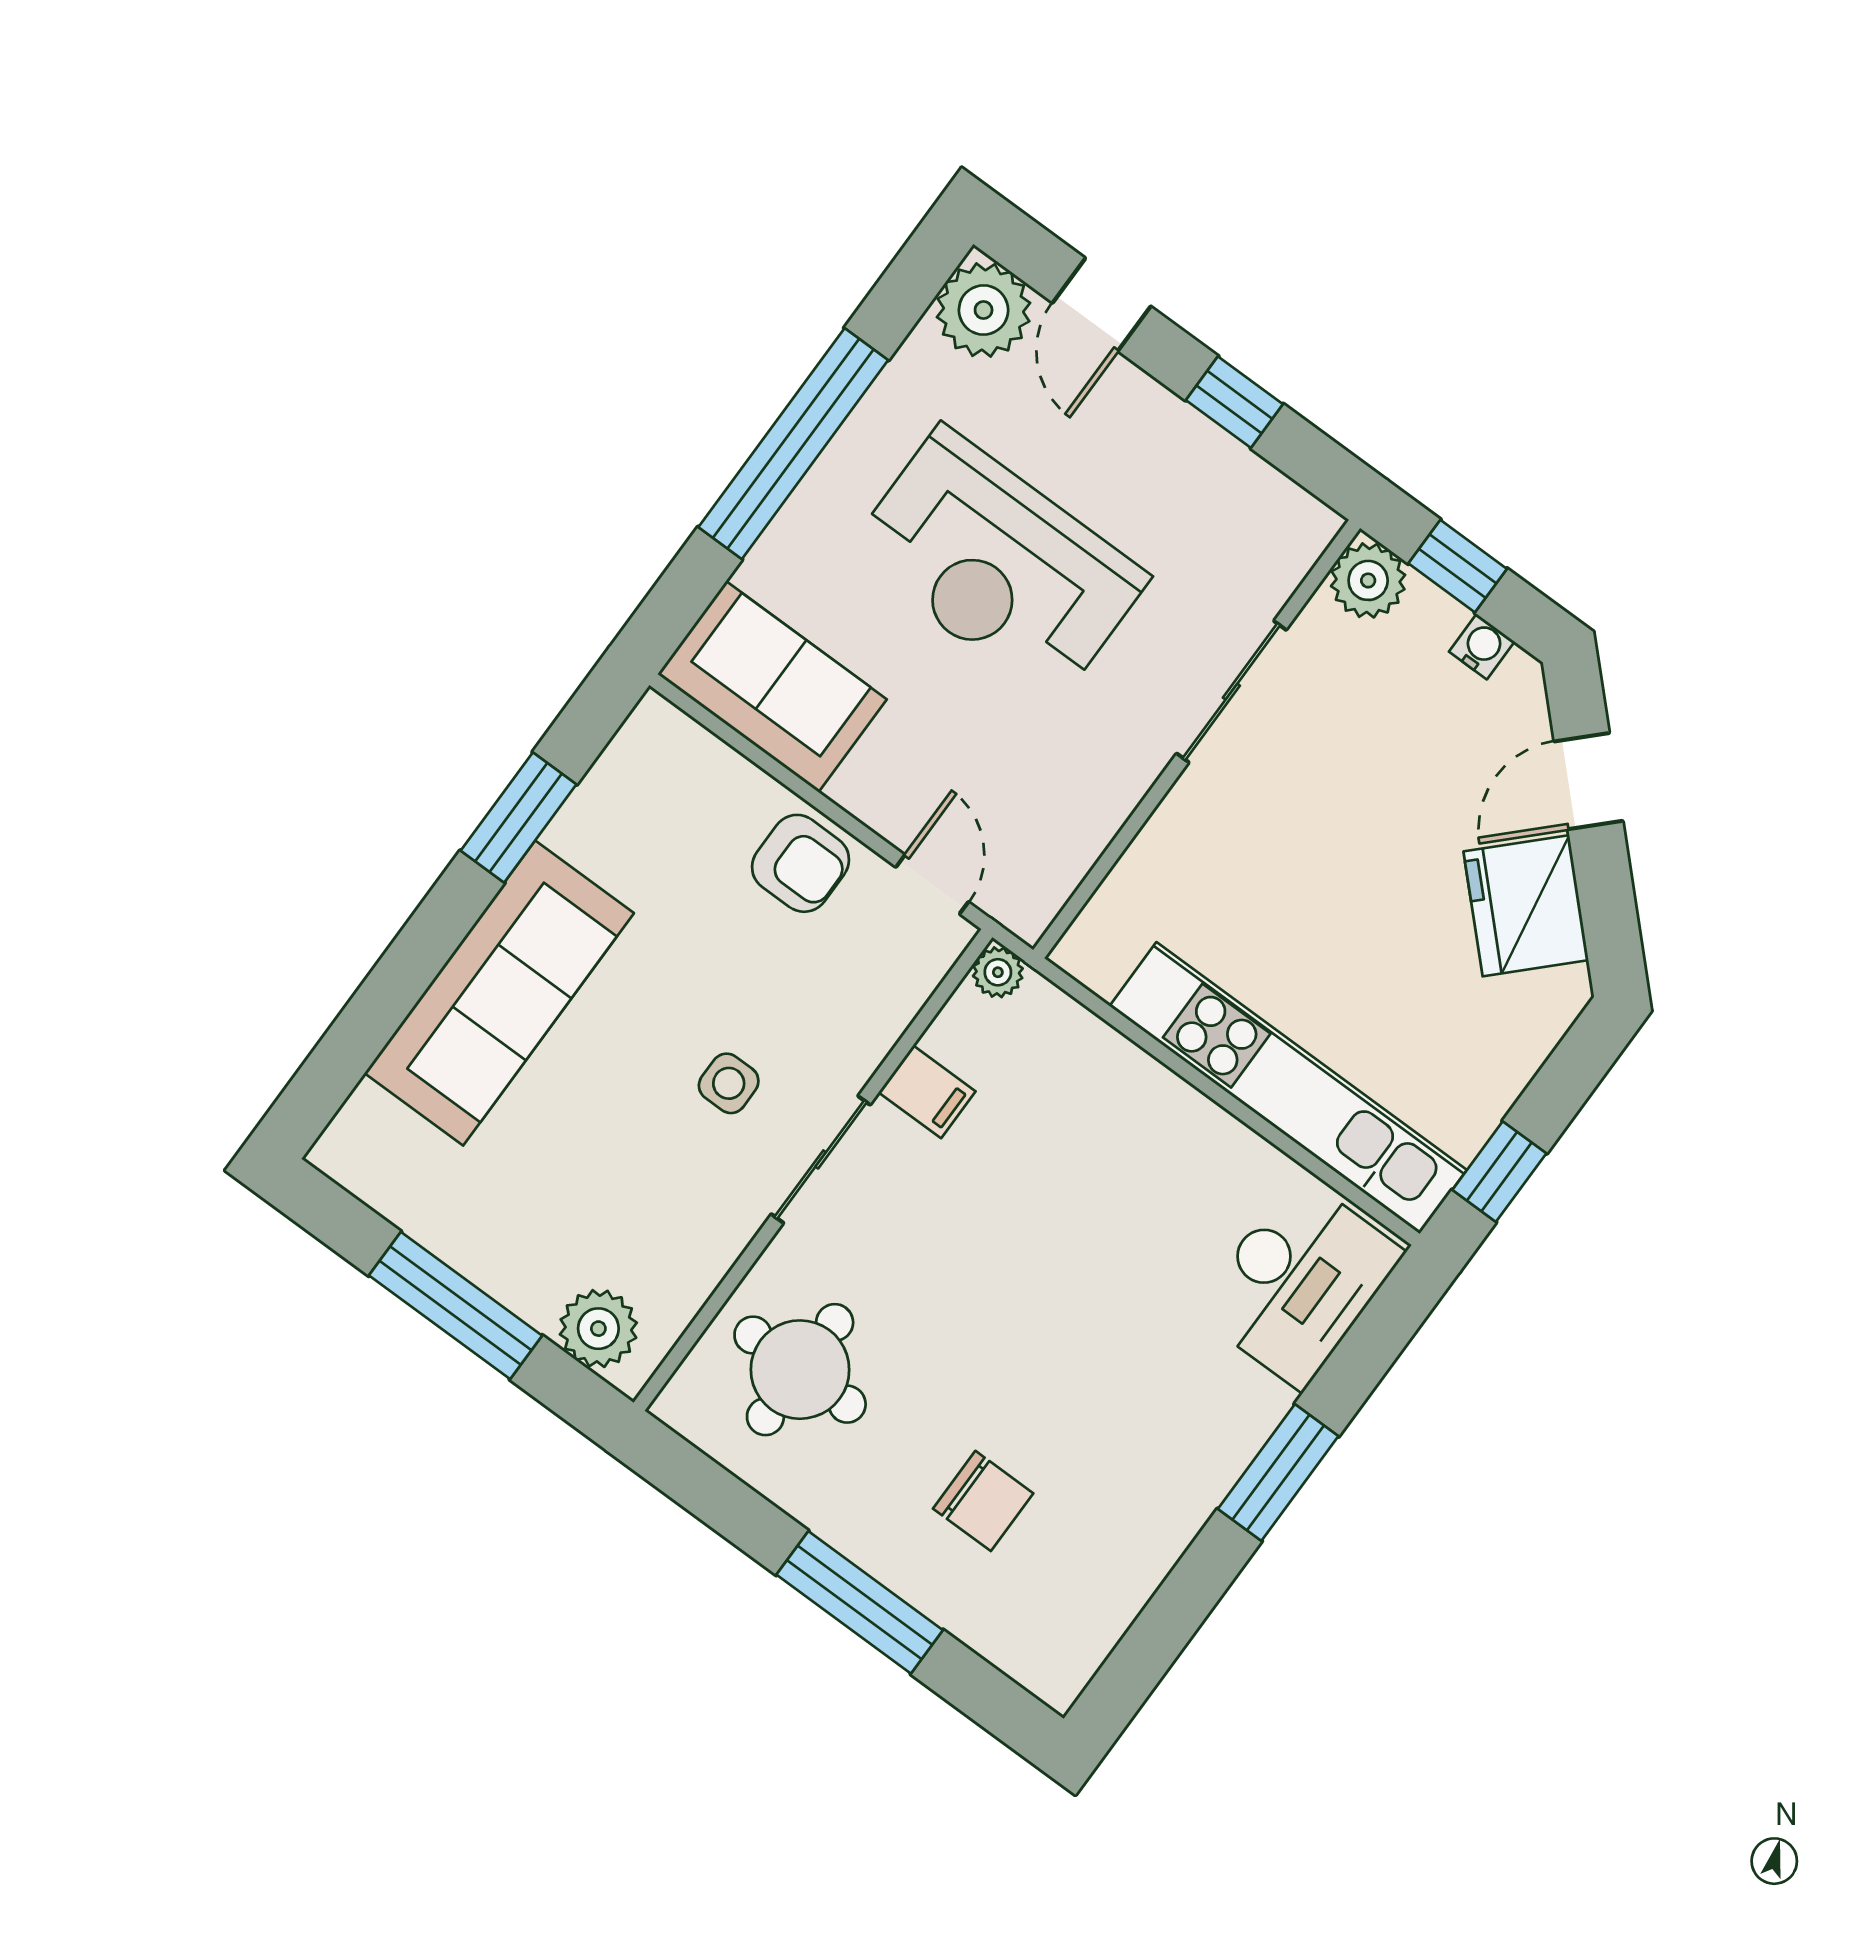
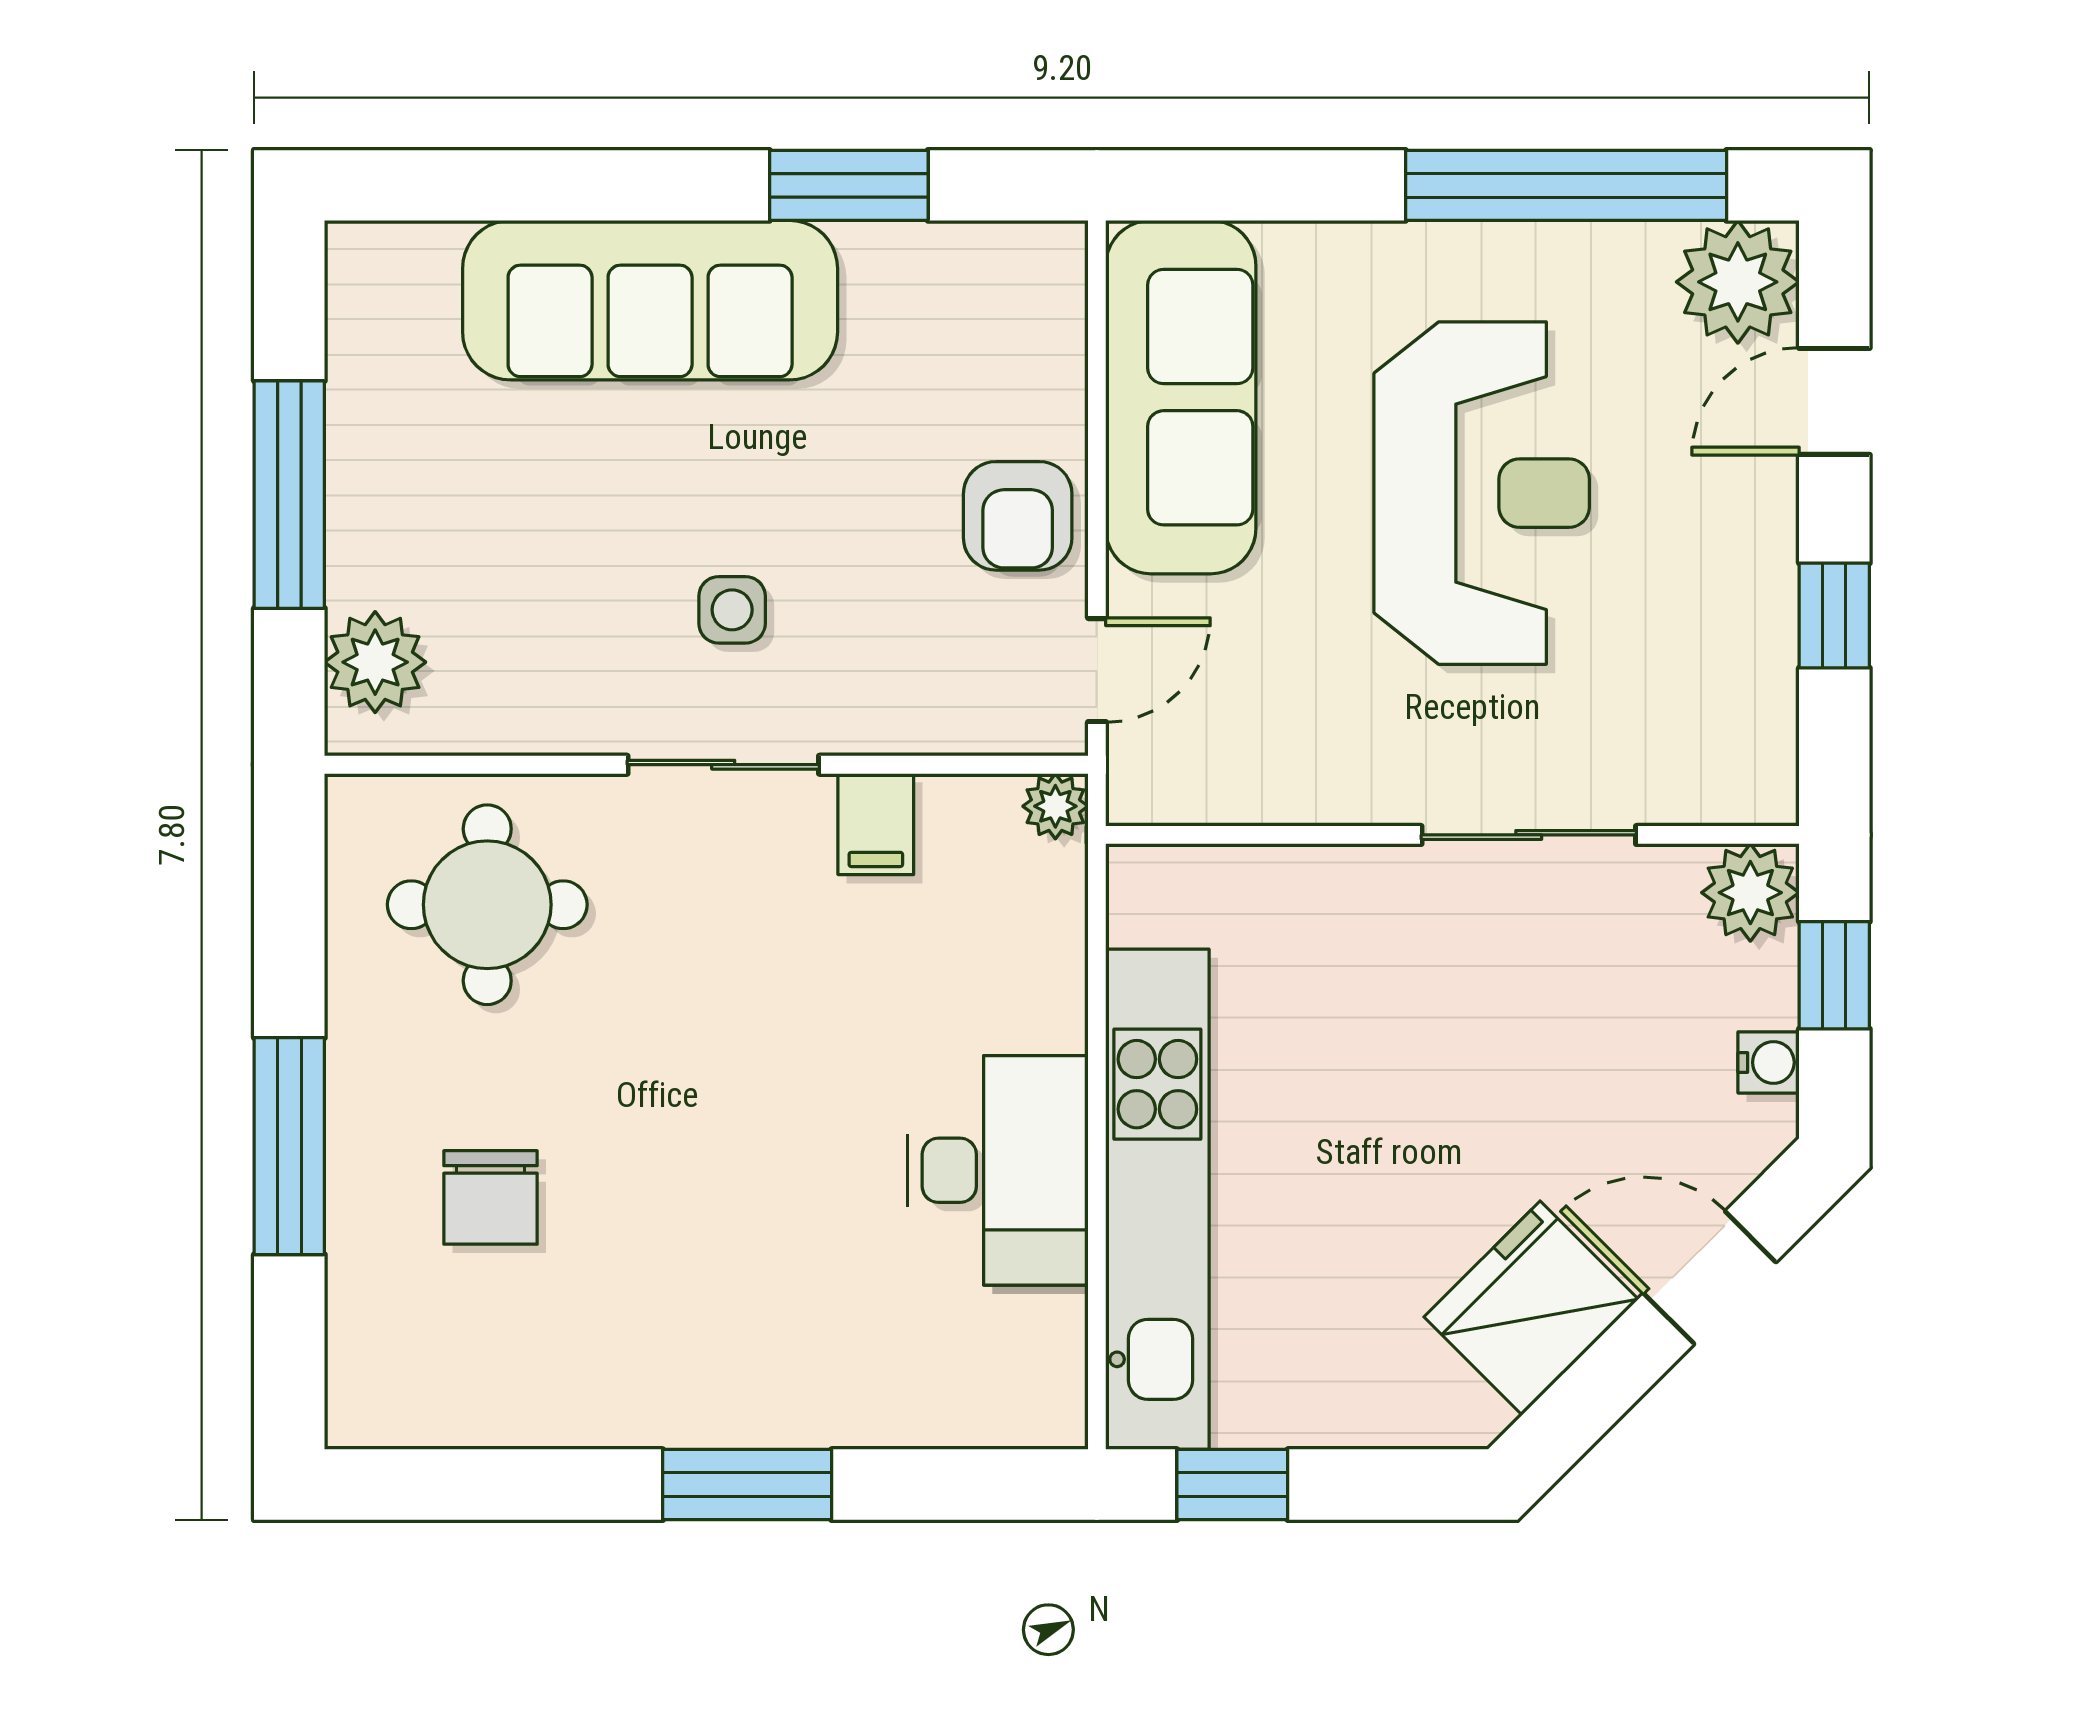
window: (793, 444) -> (1566, 185), moved
reception desk: (998, 565) -> (1482, 493), turned 180
sofa: (772, 687) -> (1181, 397), width x1.36
desk: (1299, 1282) -> (998, 1170), moved, turned -90

